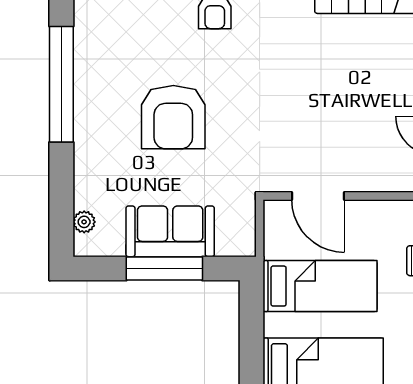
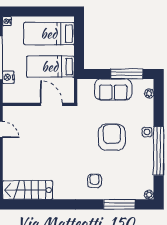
side table: (89, 130) -> (147, 132), added
window: (164, 269) -> (127, 74), moved

